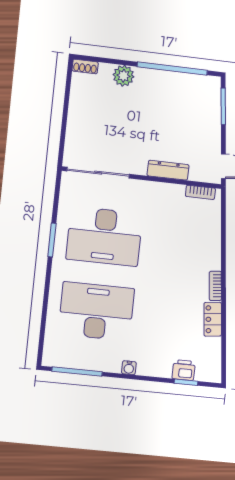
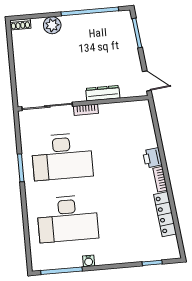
bookcase: (200, 192) -> (86, 110), moved
desk: (96, 311) -> (68, 219), turned 180
locker: (213, 319) -> (165, 214), width x1.53
water cooler: (129, 368) -> (89, 261), moved
printer: (184, 370) -> (152, 158), moved, turned -97

